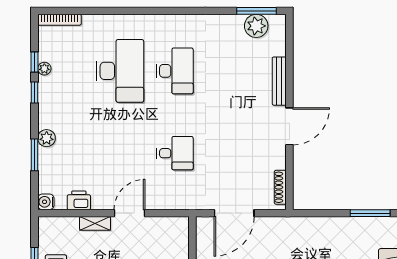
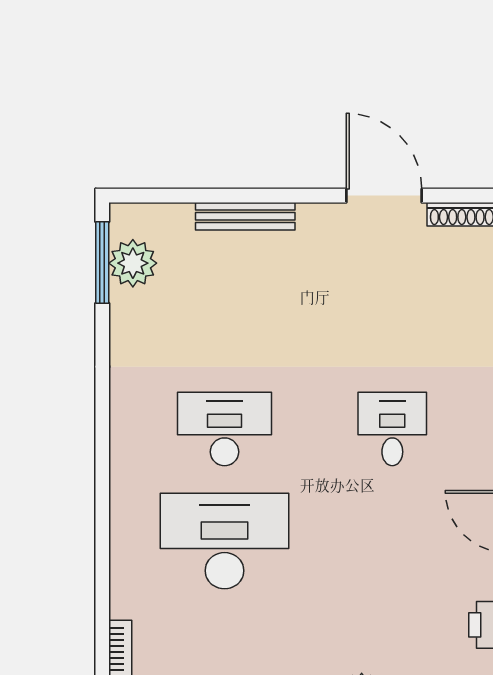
door: (289, 126) -> (384, 196), moved

